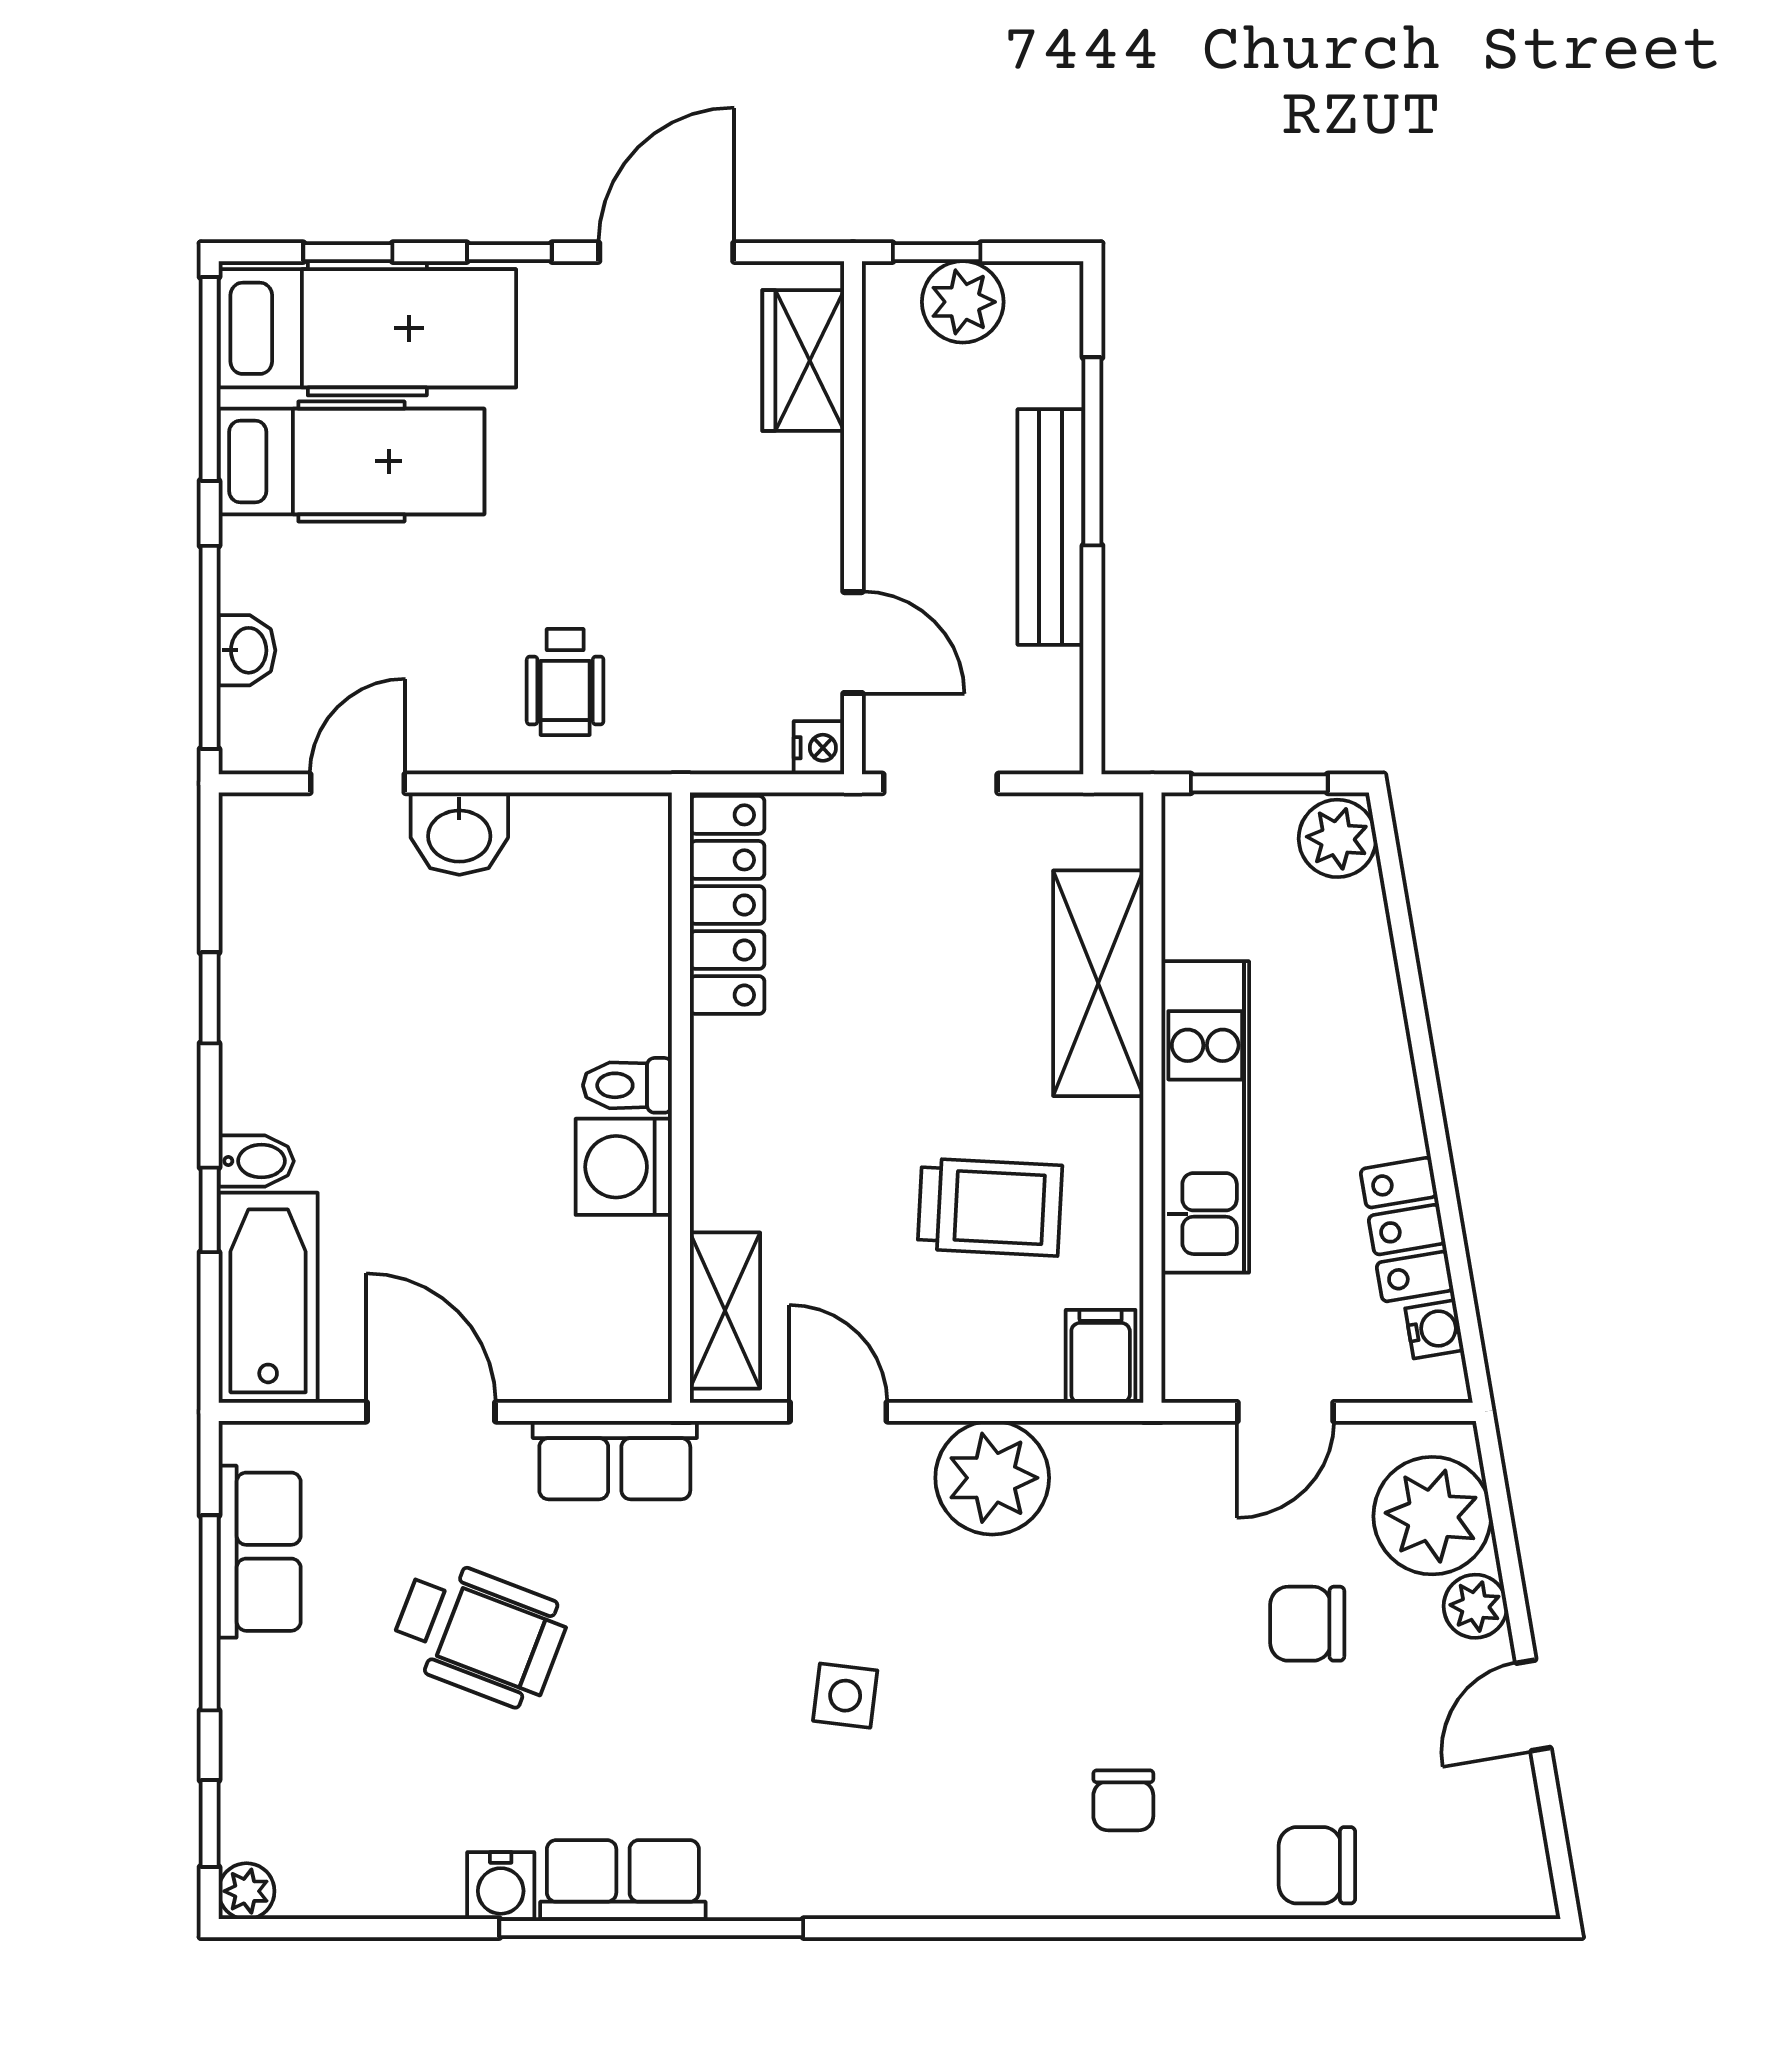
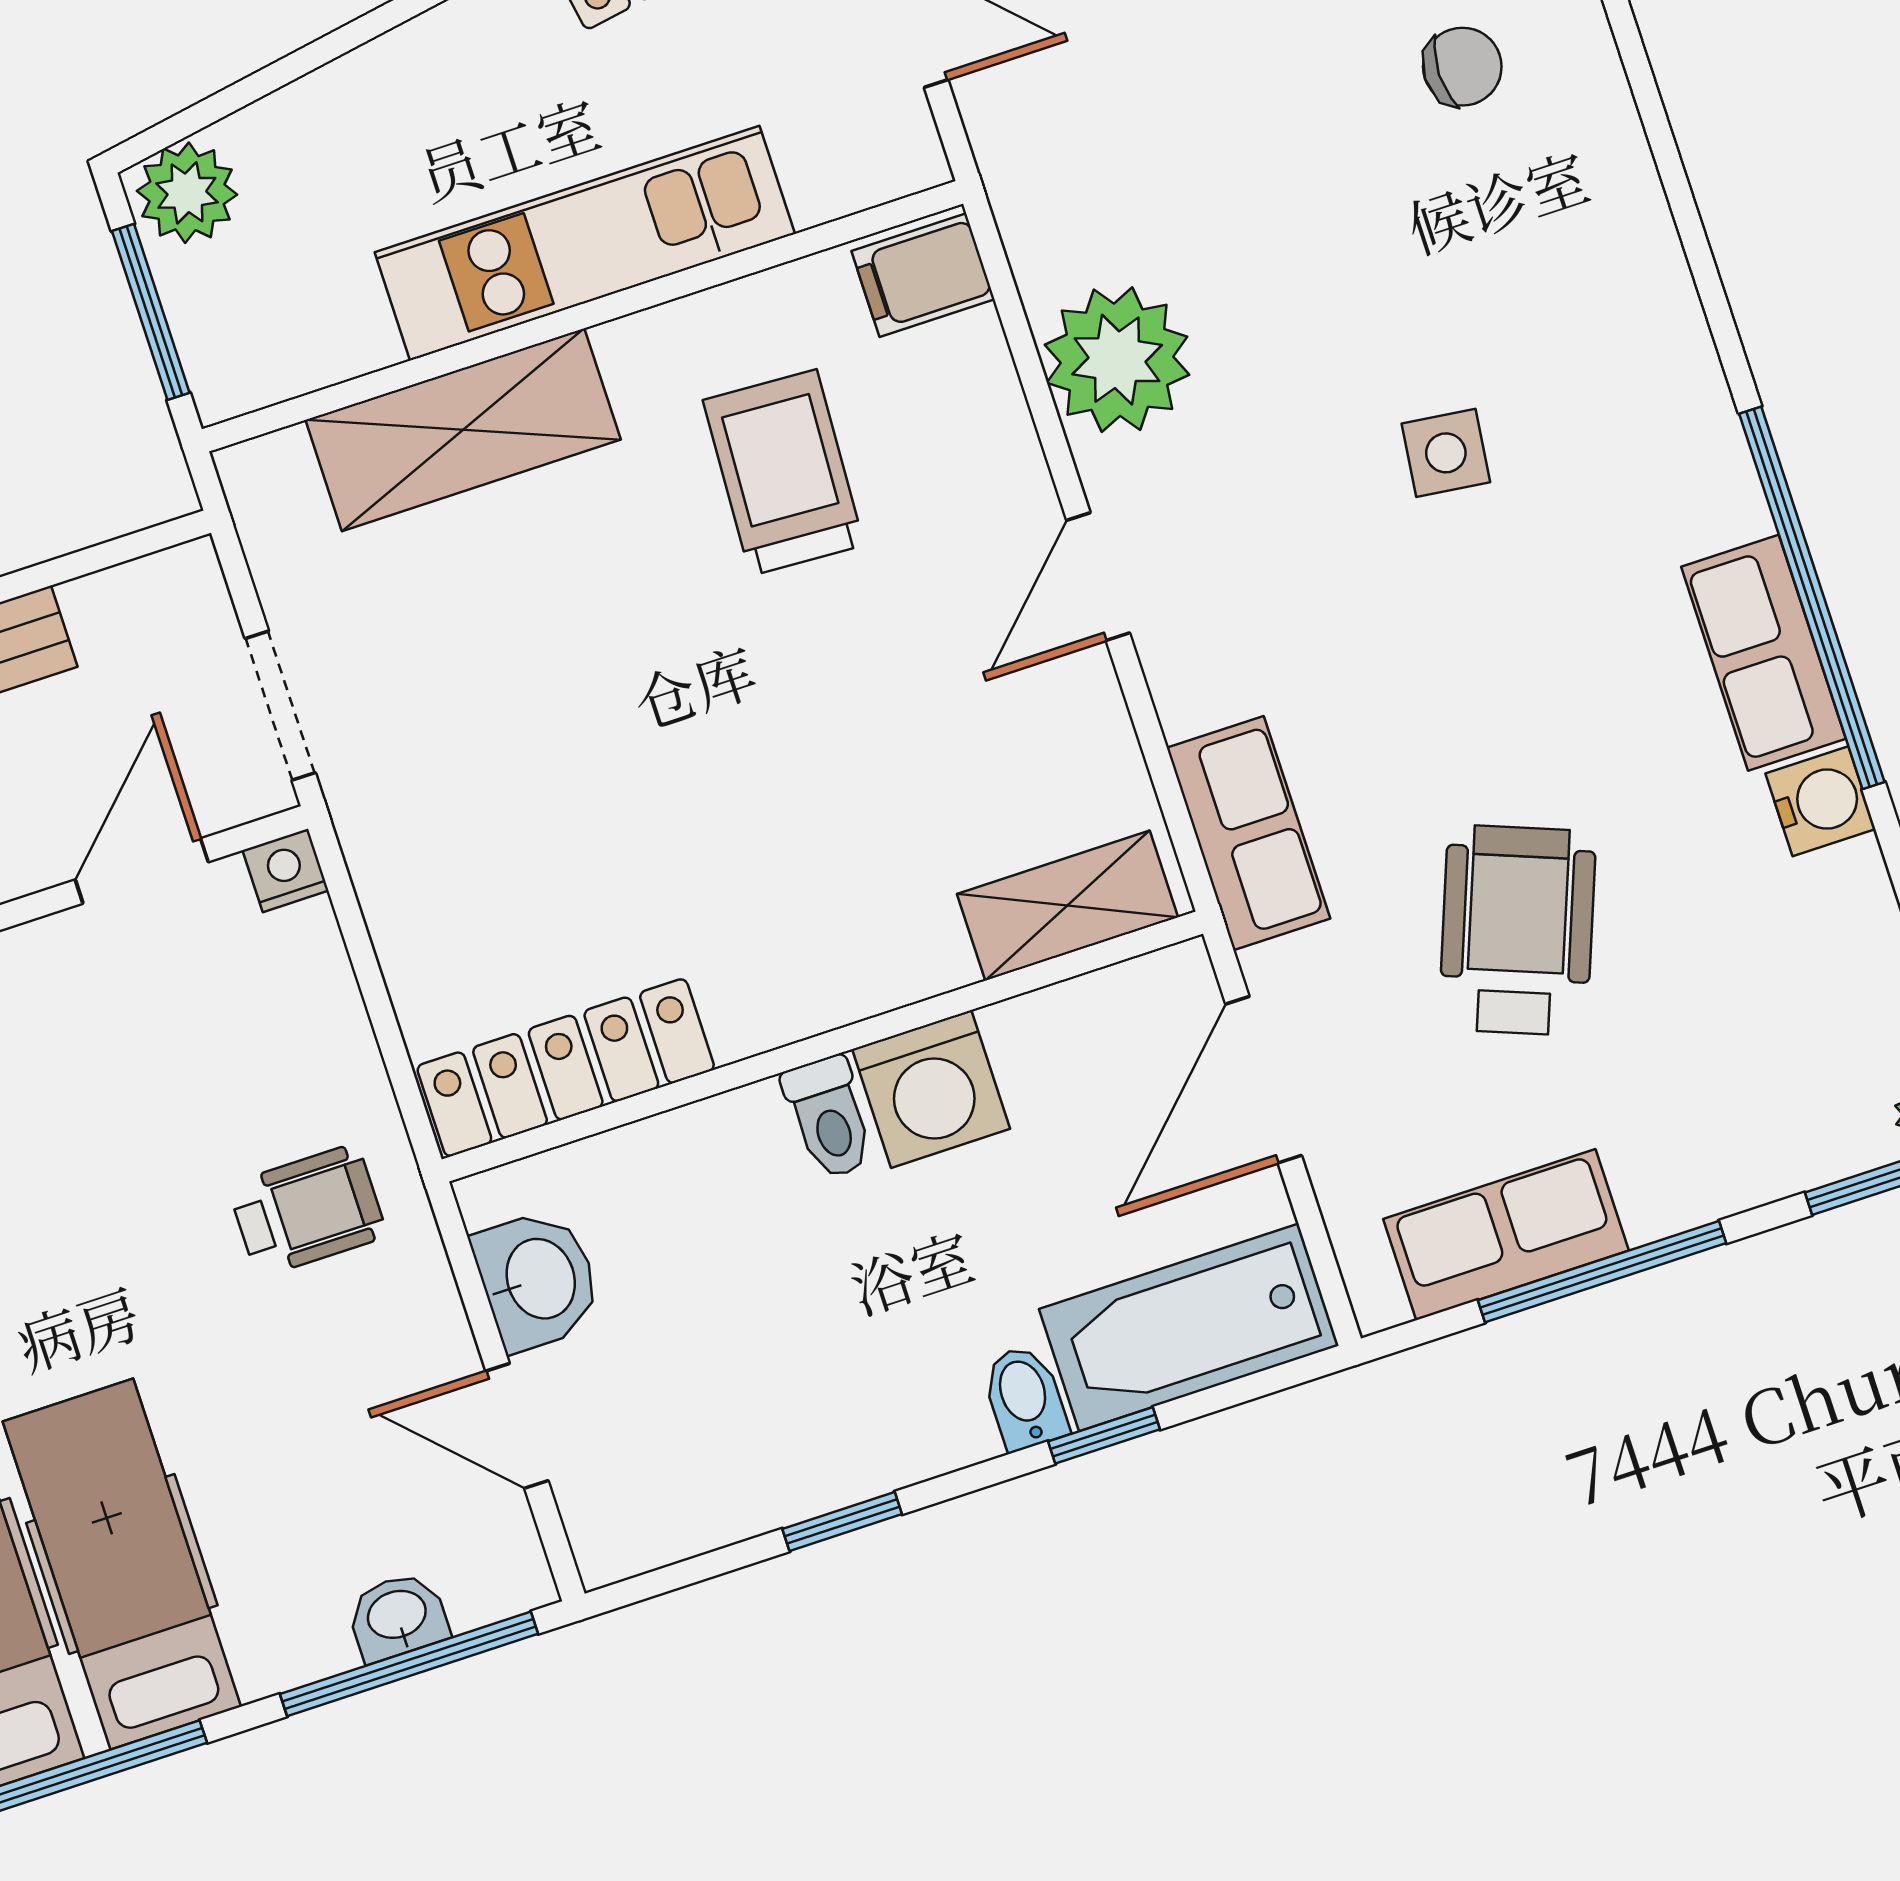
locker: (727, 905) -> (566, 1068), moved
toilet: (627, 1085) -> (829, 1118), moved
wall: (681, 1098) -> (822, 1047), moved
washing machine: (624, 1167) -> (931, 1089), moved
shelving: (725, 1310) -> (1068, 906), moved

